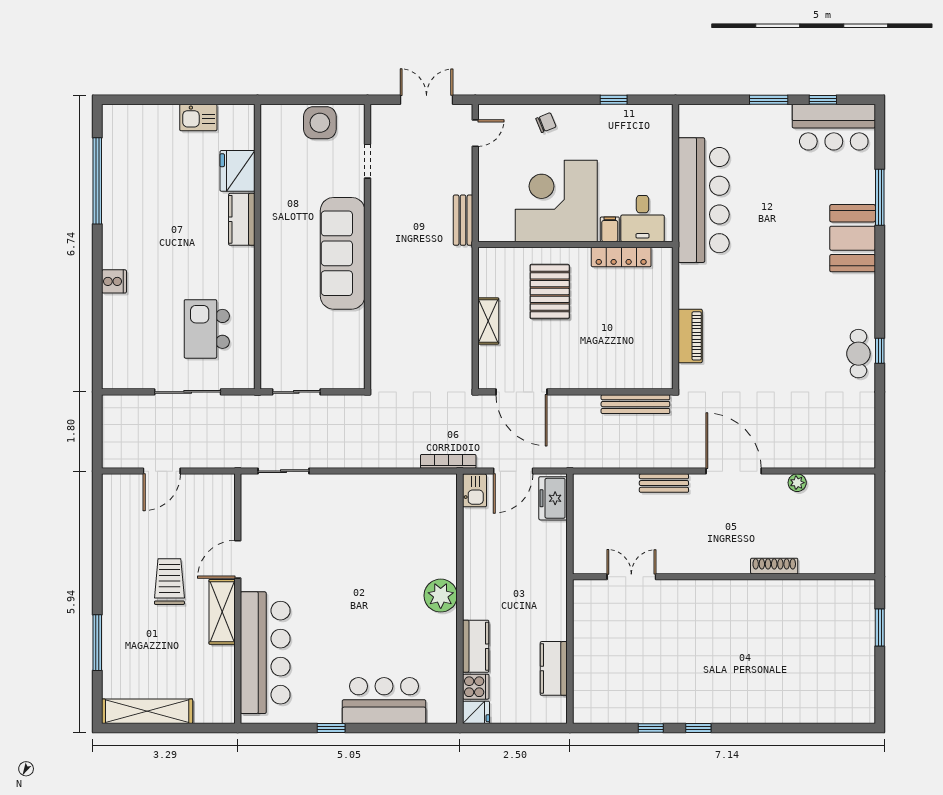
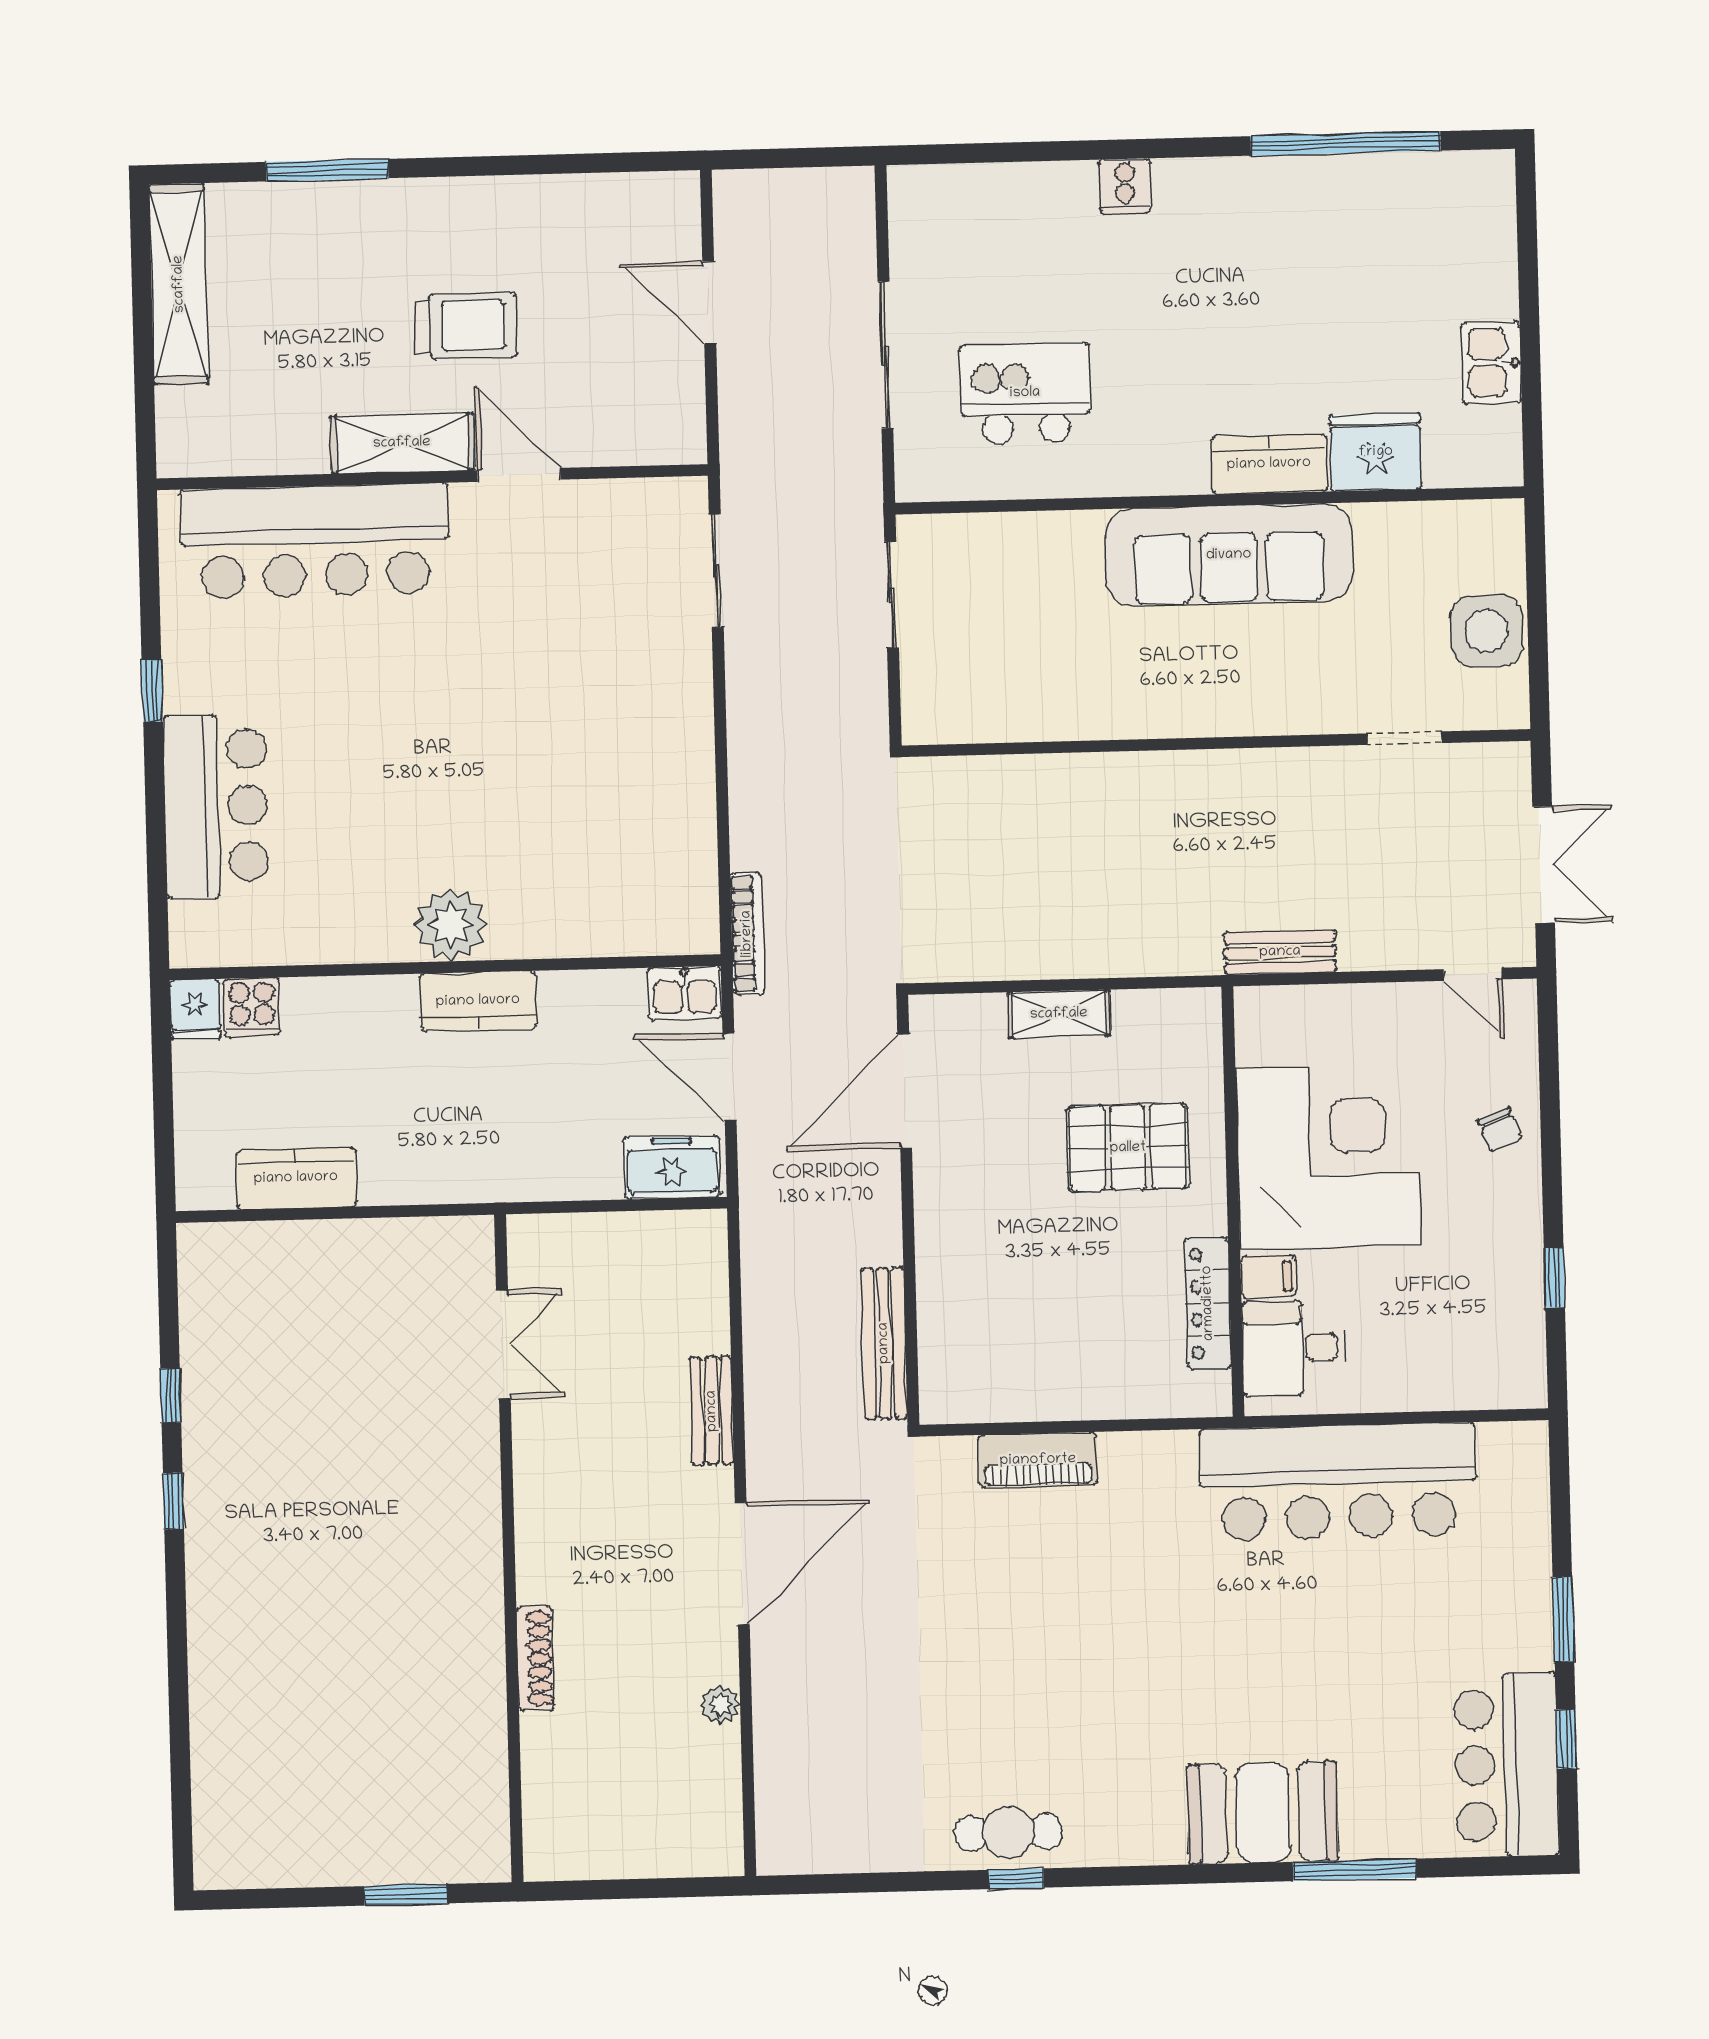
sofa: (343, 253) -> (1229, 555), moved, turned 180
kitchen counter: (476, 646) -> (478, 1001), moved

